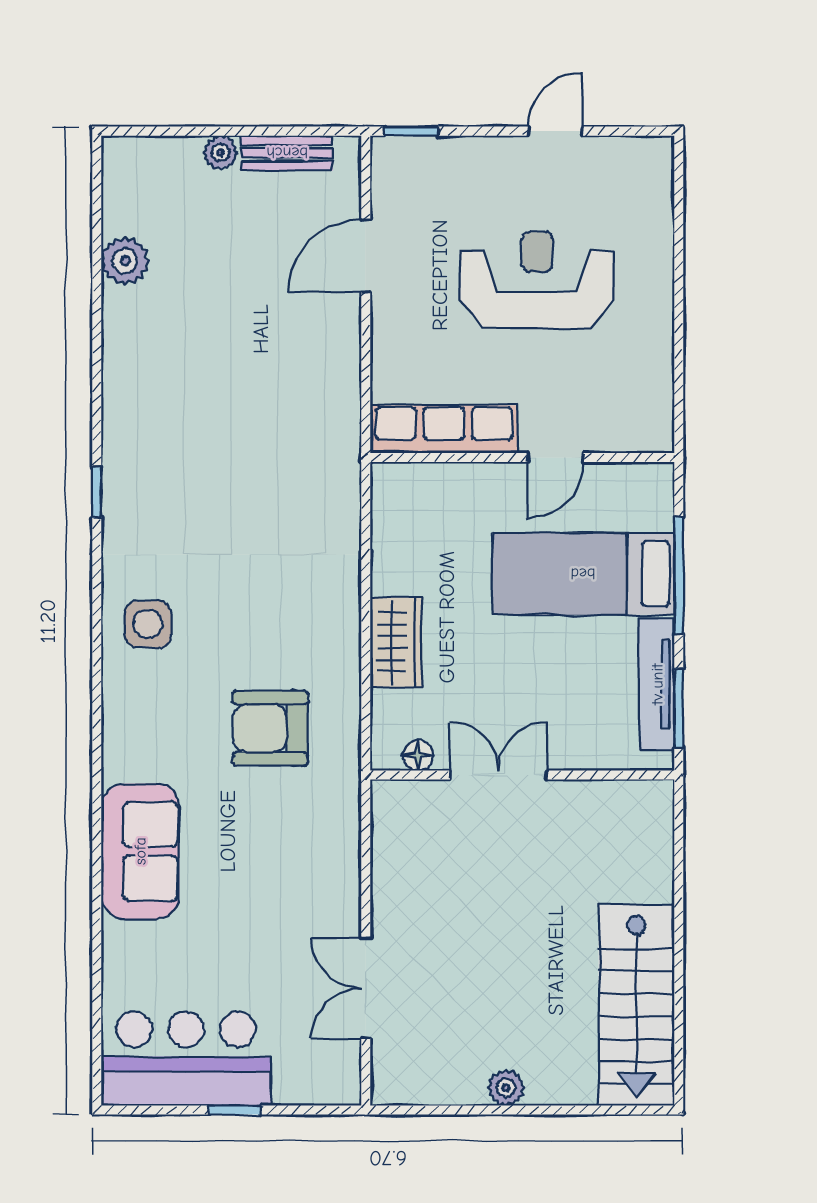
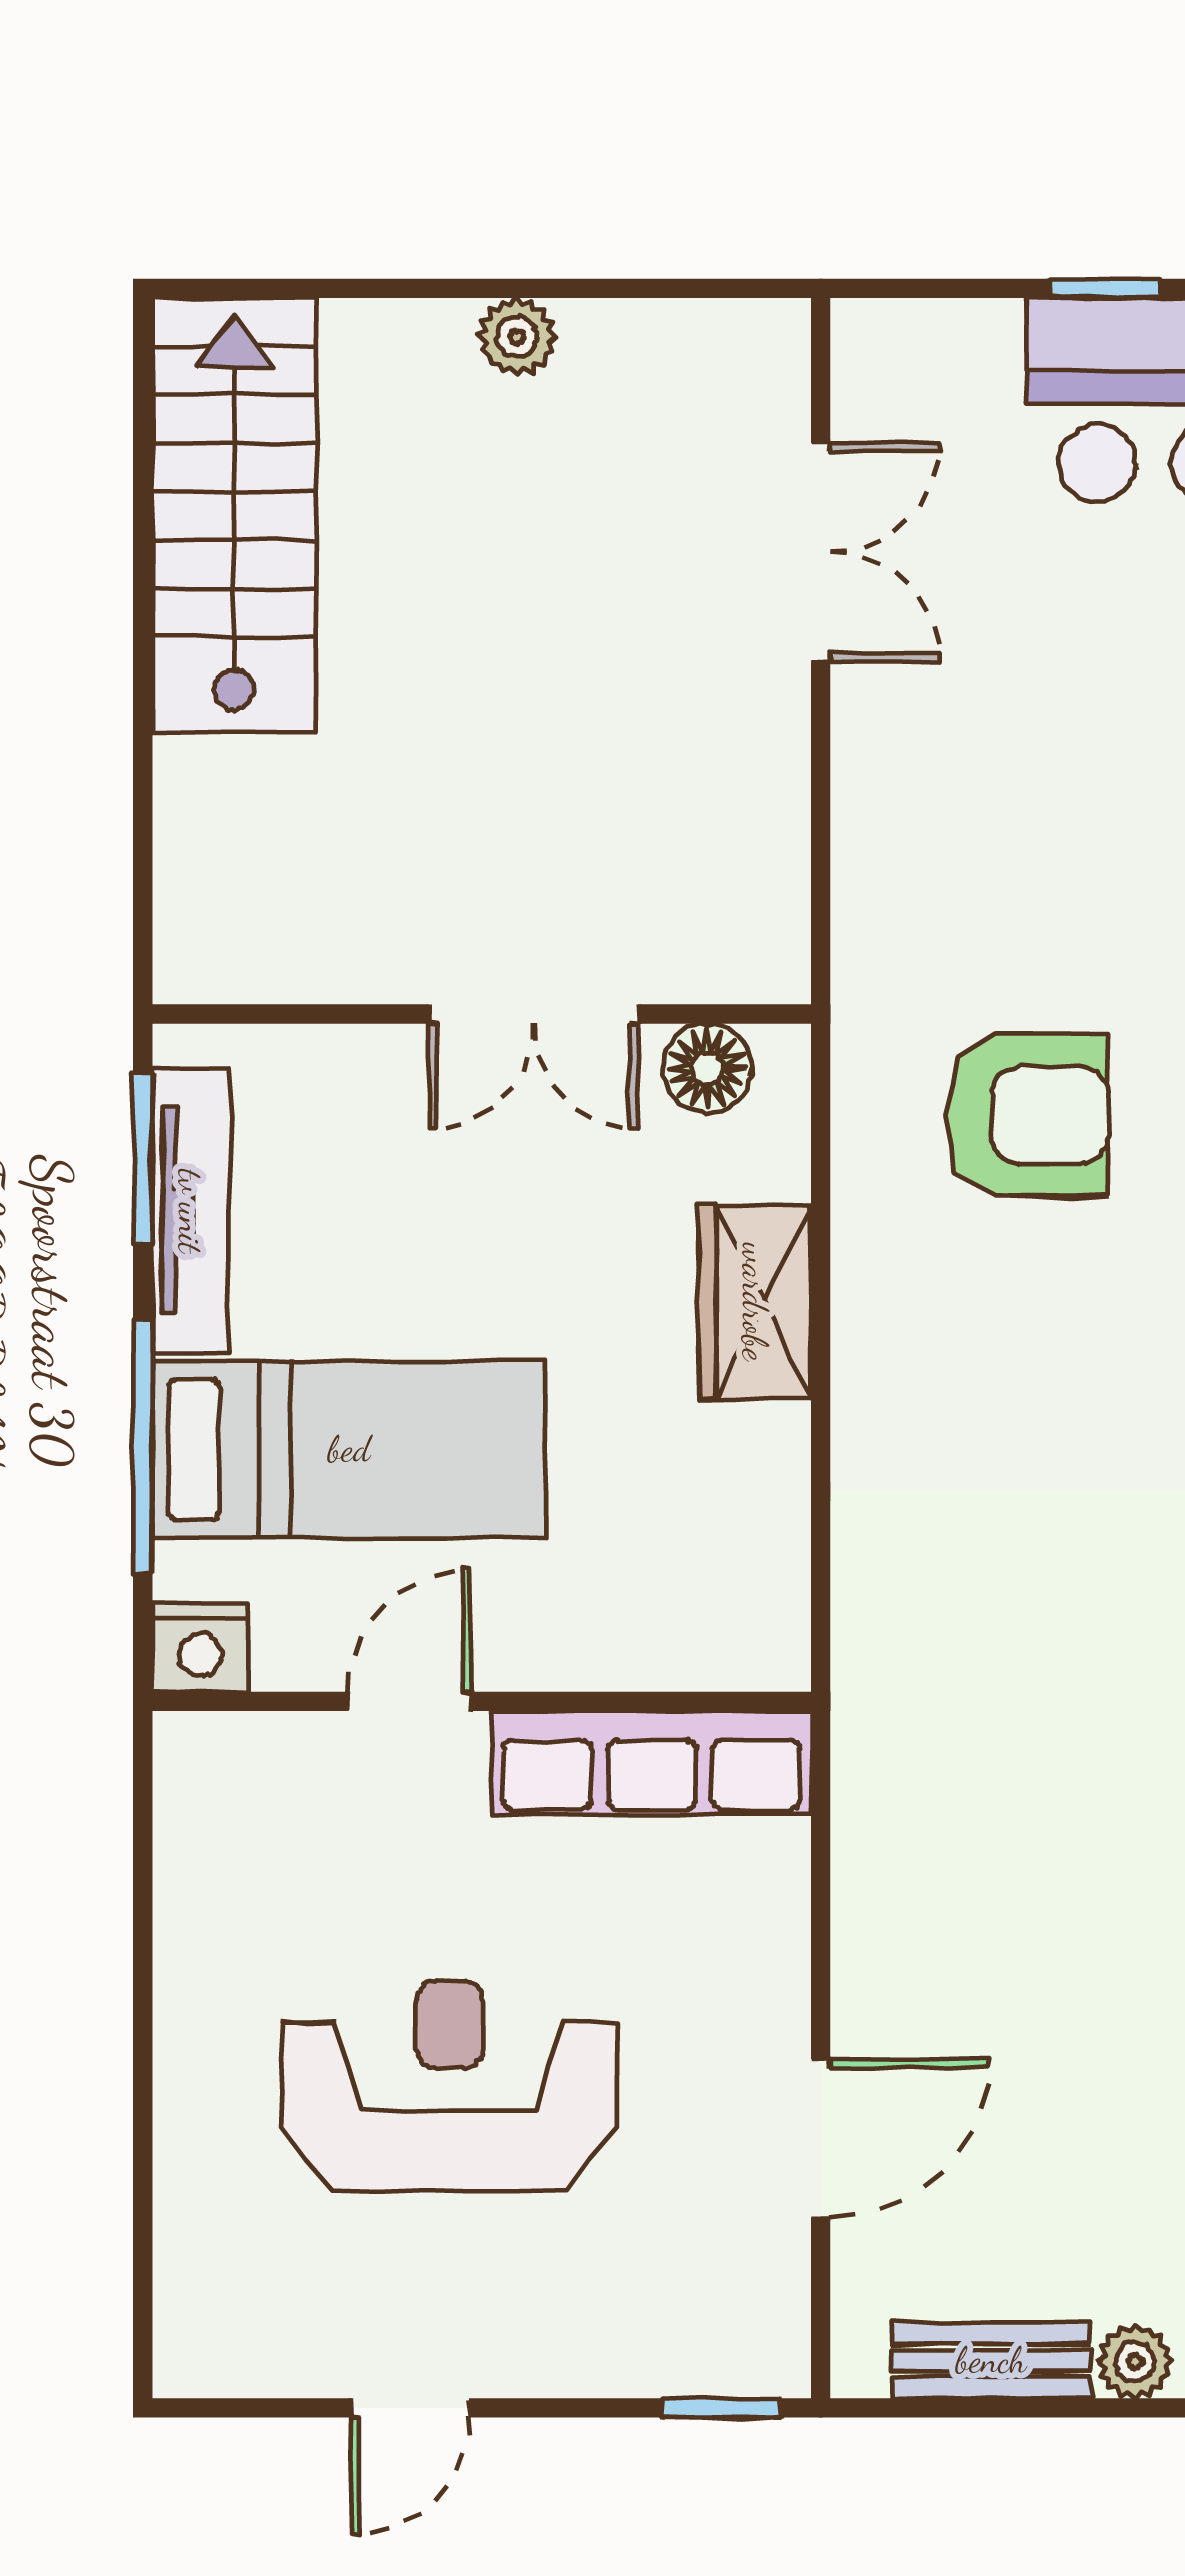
reception desk: (537, 280) -> (449, 2085), turned 180
nightstand: (652, 482) -> (201, 1647), added
floor lamp: (418, 755) -> (707, 1068), width x1.37, depth x1.37

